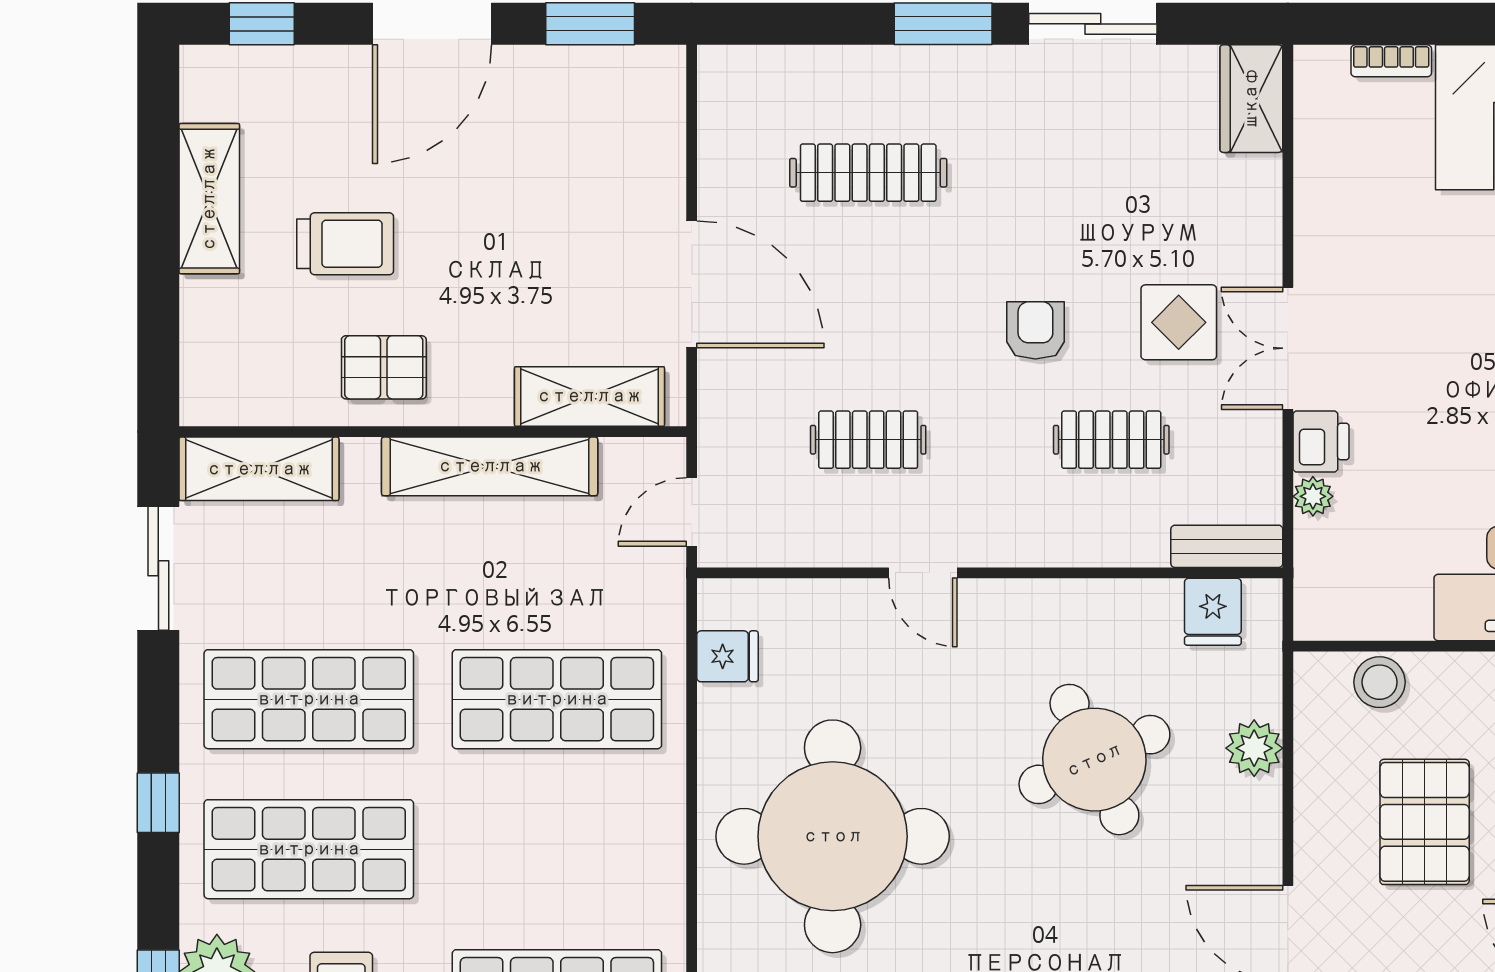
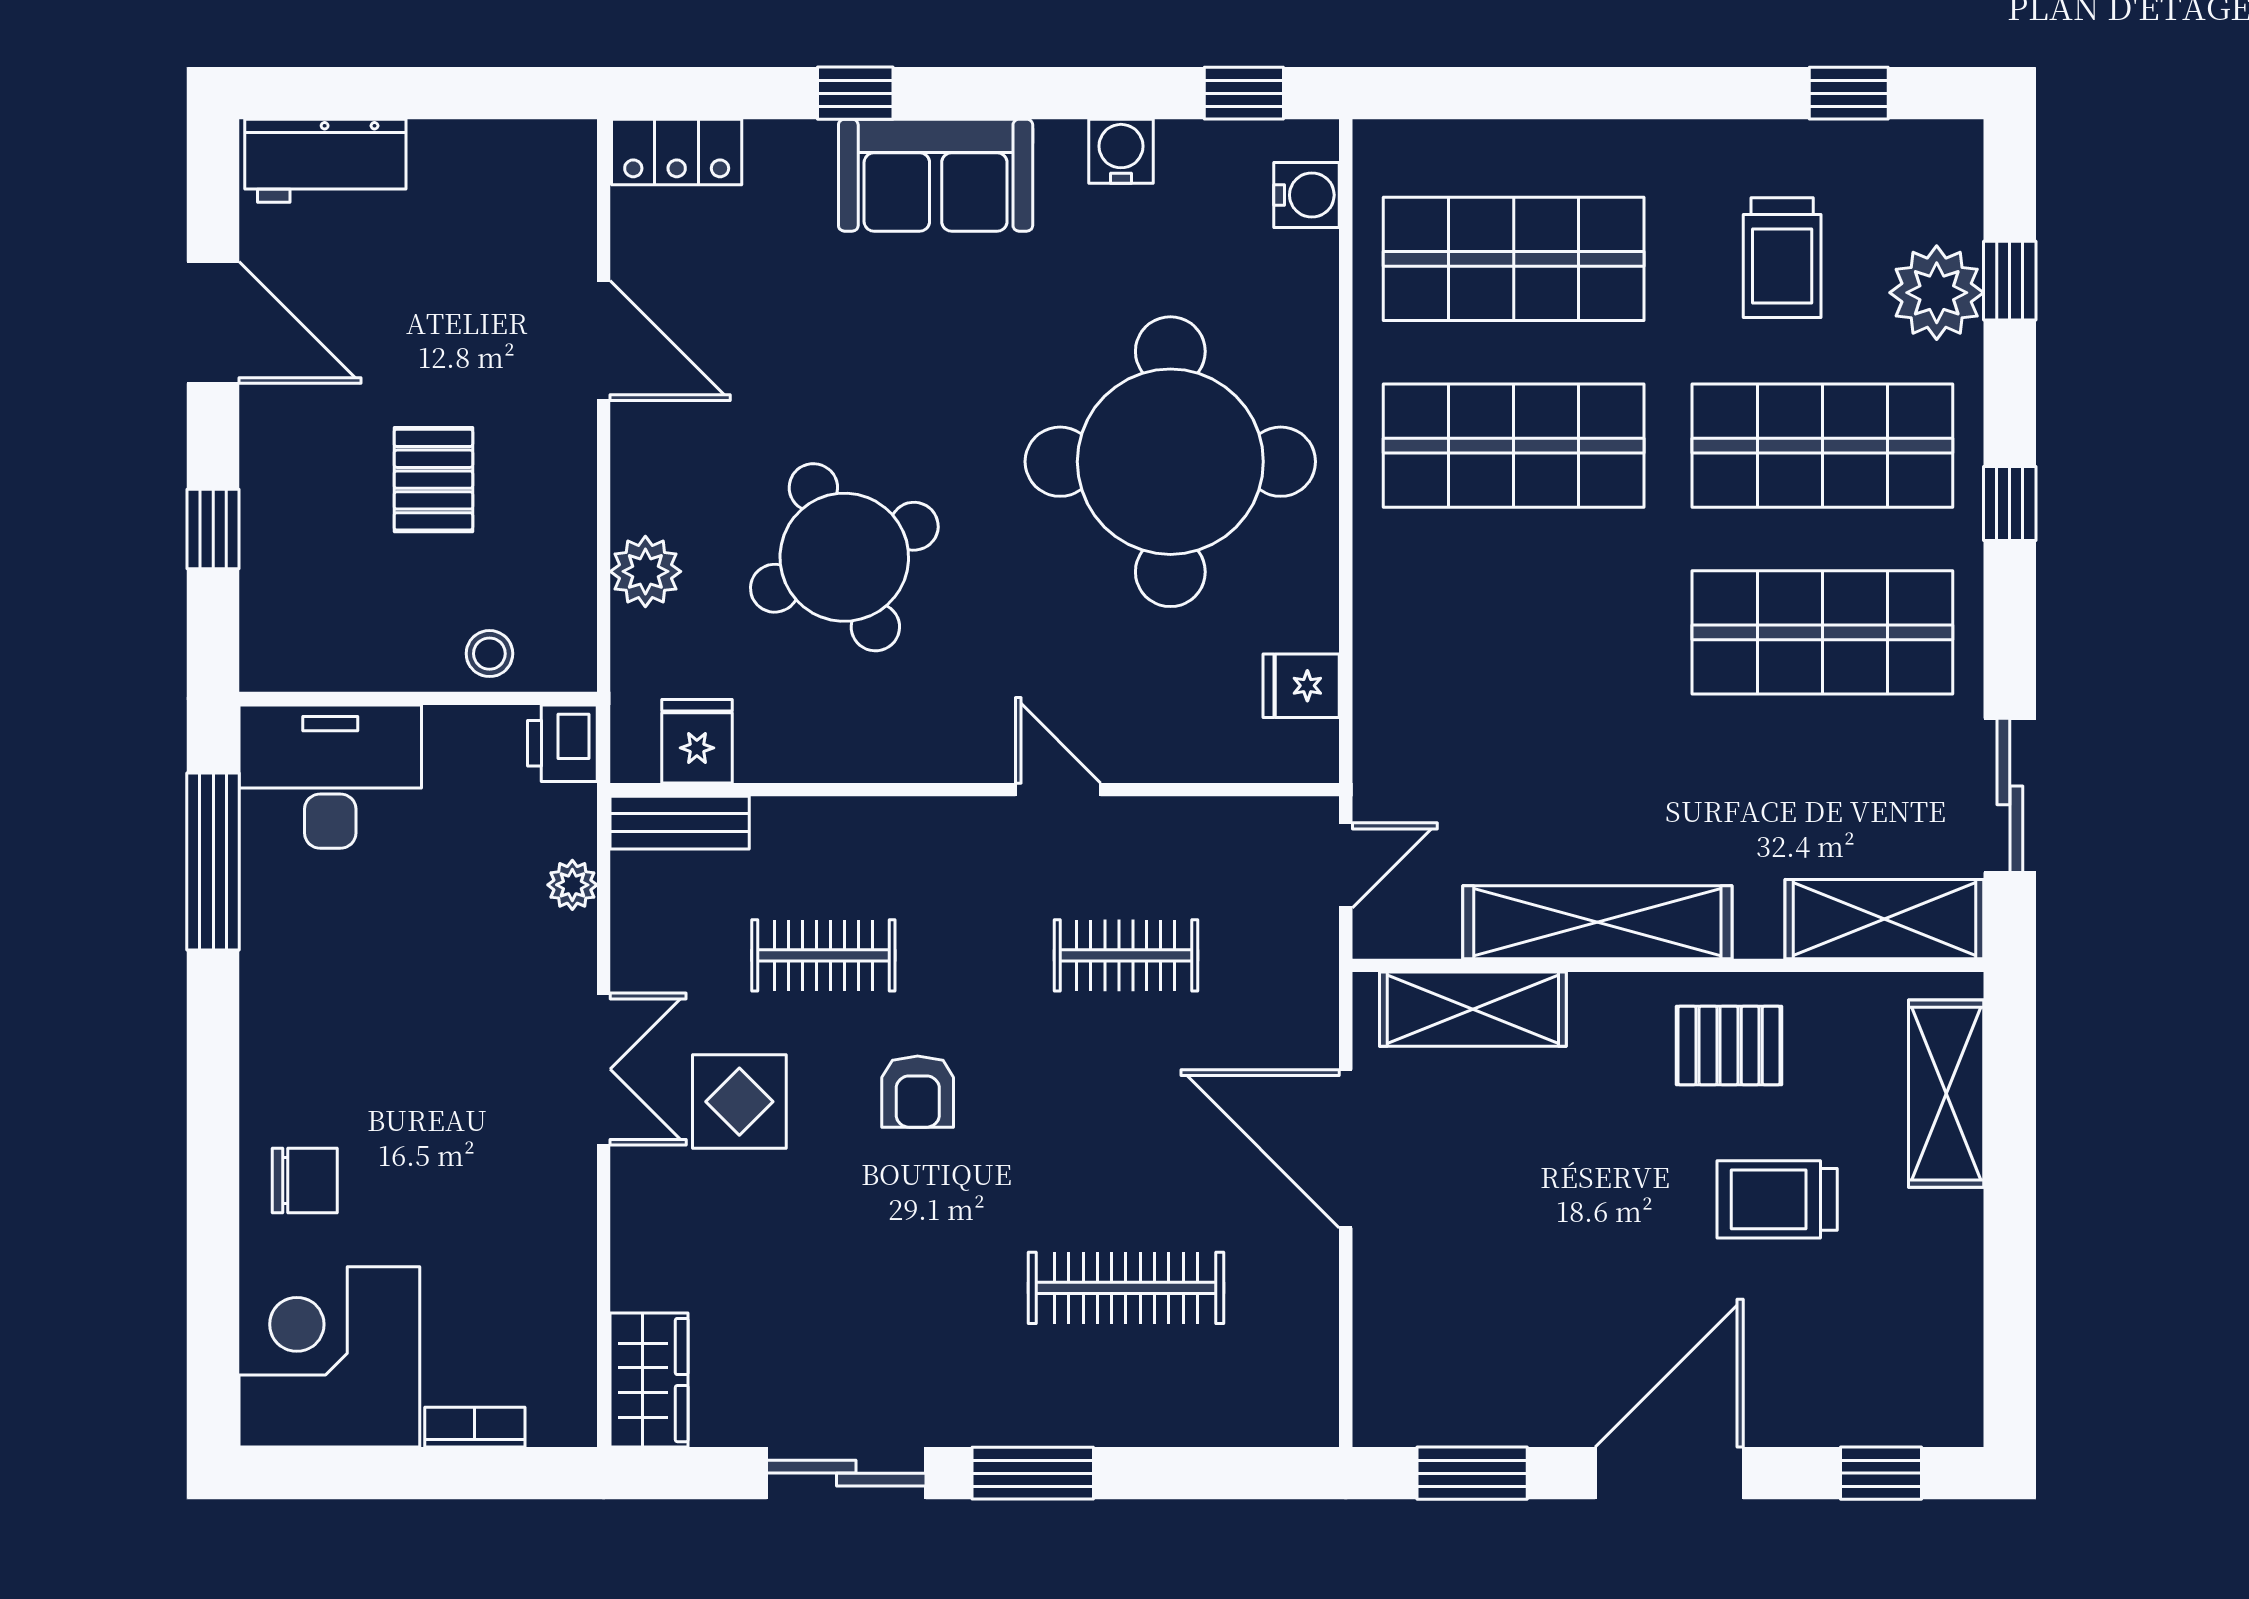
shelving: (209, 199) -> (1946, 1094), moved
printer: (1321, 441) -> (562, 743), moved
stool: (1380, 682) -> (489, 654), width x0.73, depth x0.73
shop shelf: (557, 699) -> (1514, 446), moved
pallet: (1425, 822) -> (433, 480), width x0.67, depth x0.71

